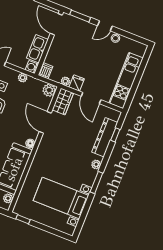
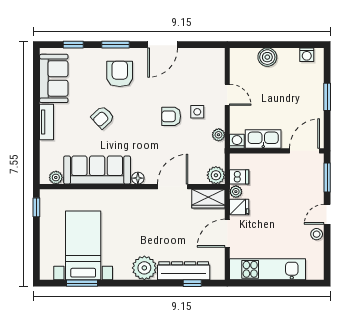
door: (105, 26) -> (327, 214), hinge flipped
dishwasher: (46, 71) -> (239, 177), moved
plant: (96, 164) -> (144, 268), width x1.88, depth x1.88
window: (96, 183) -> (82, 283), moved

